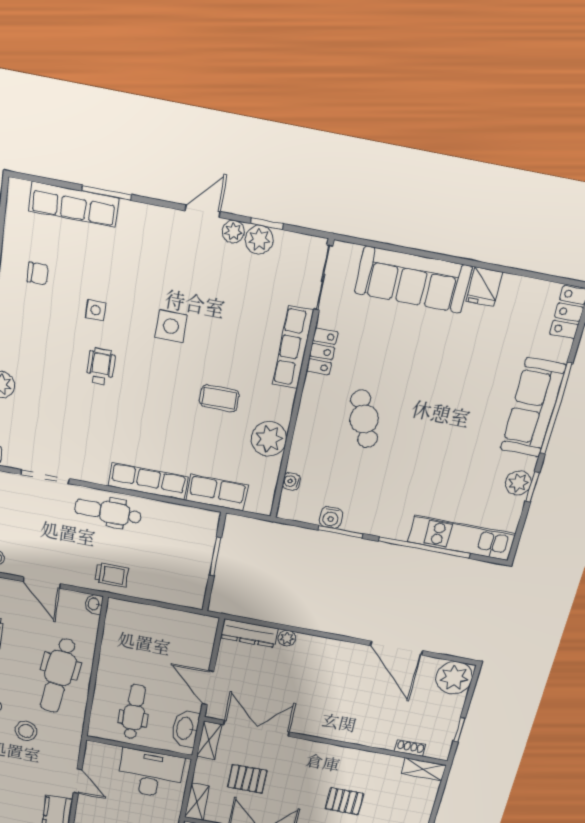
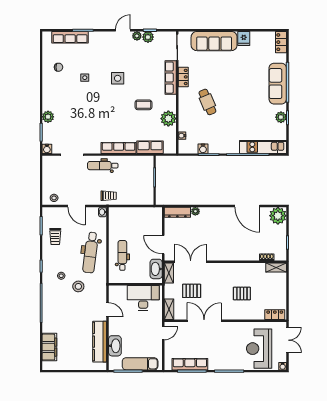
wheelchair: (101, 367) -> (90, 101), removed
dental chair: (134, 712) -> (122, 255), moved

